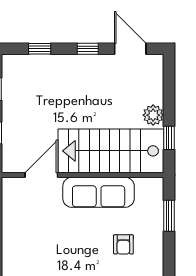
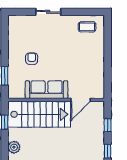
plant: (153, 115) -> (14, 147), moved

